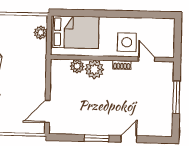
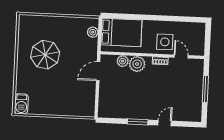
door: (47, 111) -> (98, 71), moved

